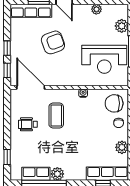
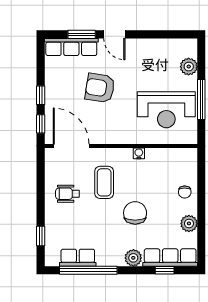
plant: (96, 9) -> (156, 45), removed
armchair: (53, 42) -> (100, 88), turned -151
chair: (114, 103) -> (135, 213), moved, turned 90
plant: (57, 174) -> (133, 258), moved

